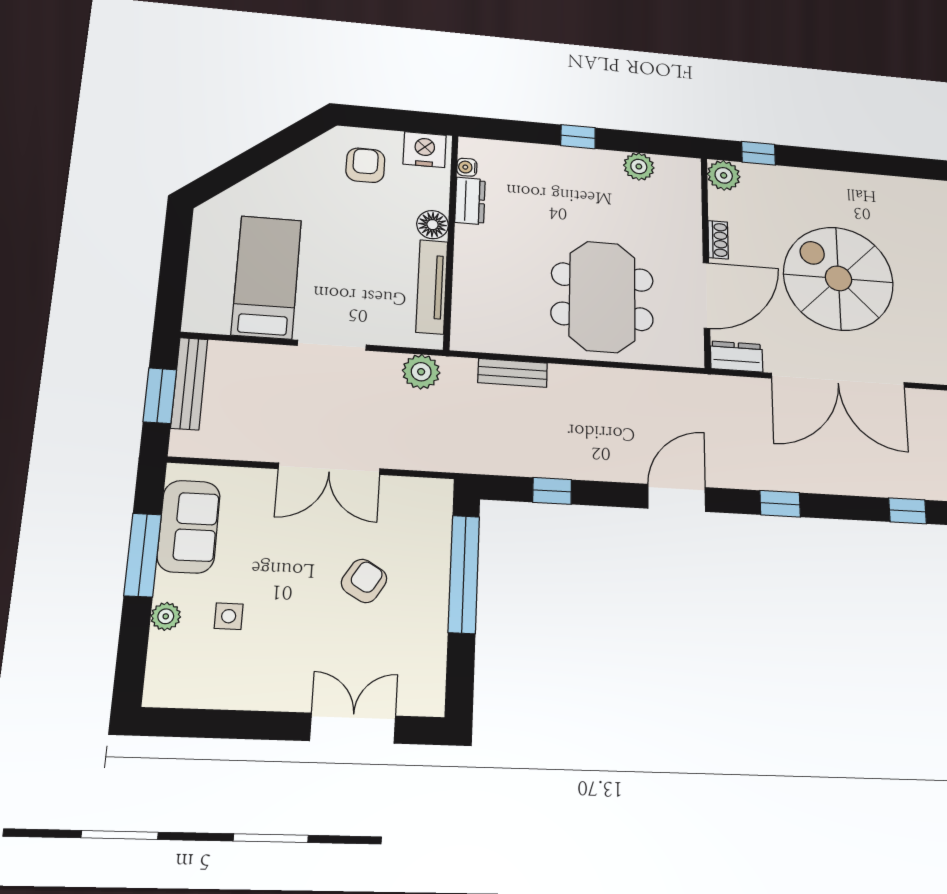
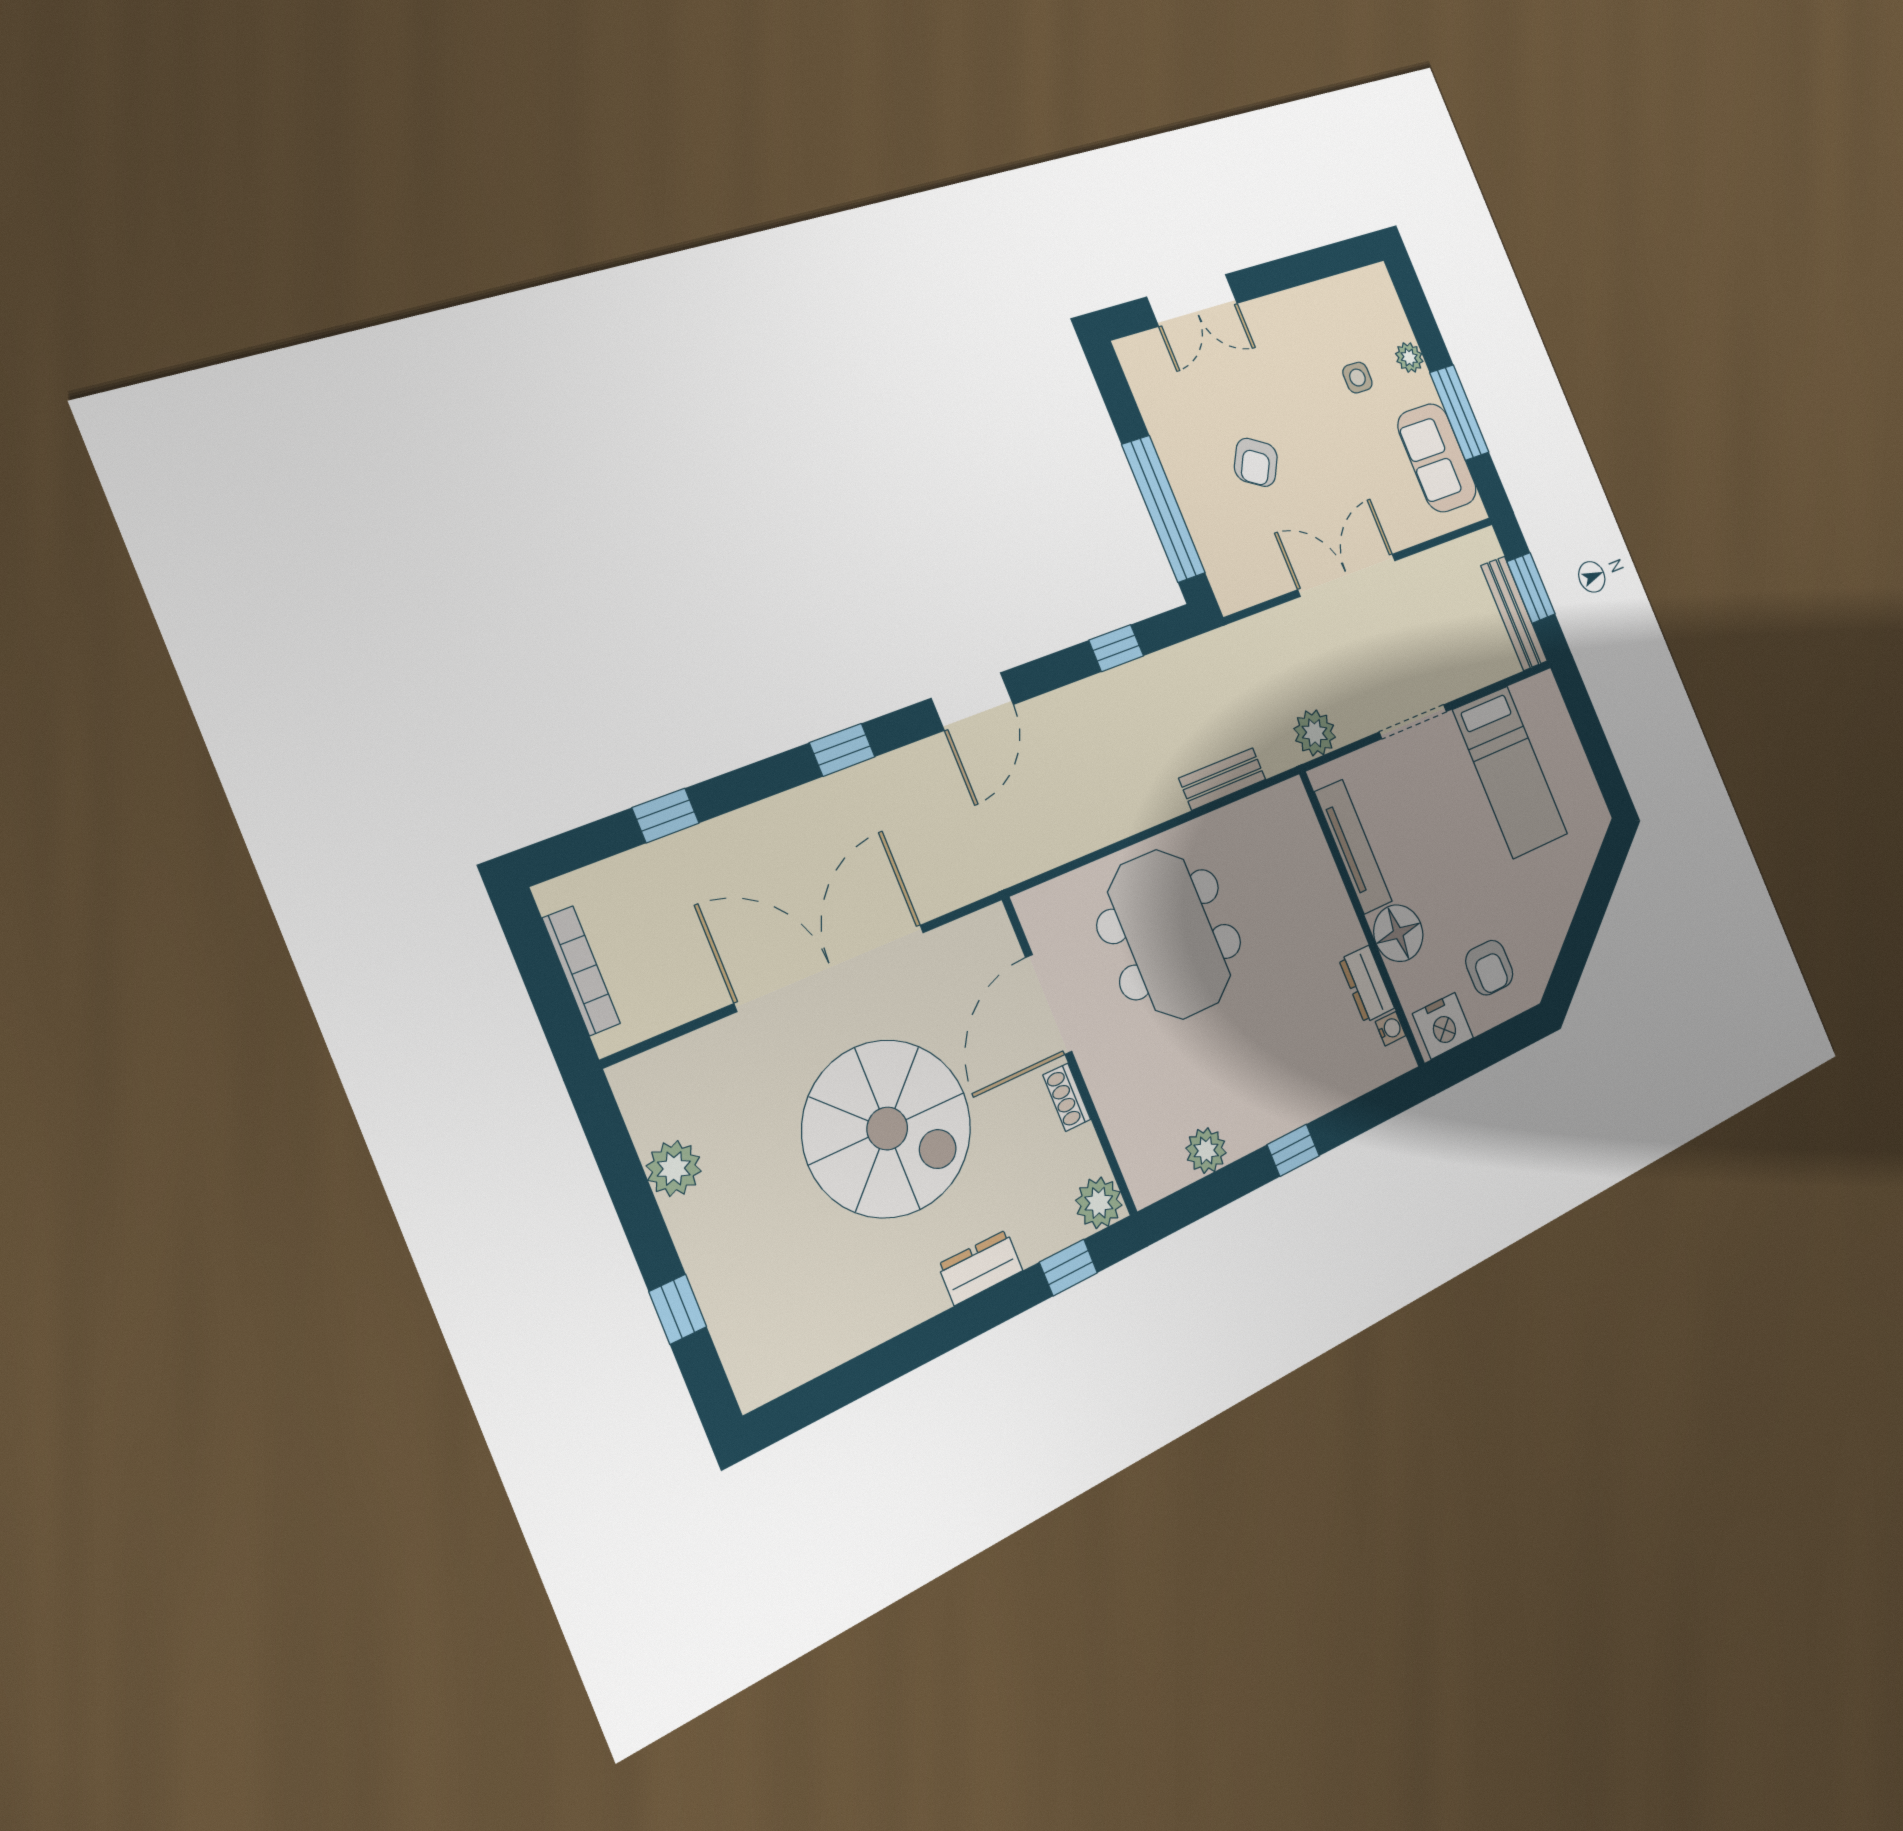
floor lamp: (433, 225) -> (1398, 933), width x1.38, depth x1.38
dresser: (737, 357) -> (980, 1268), moved, turned 180

